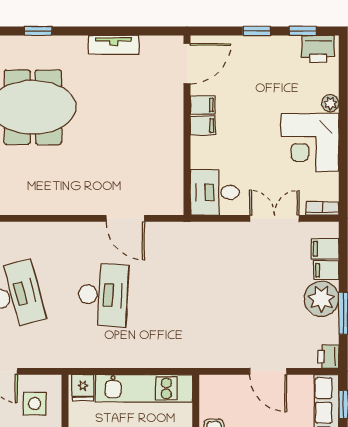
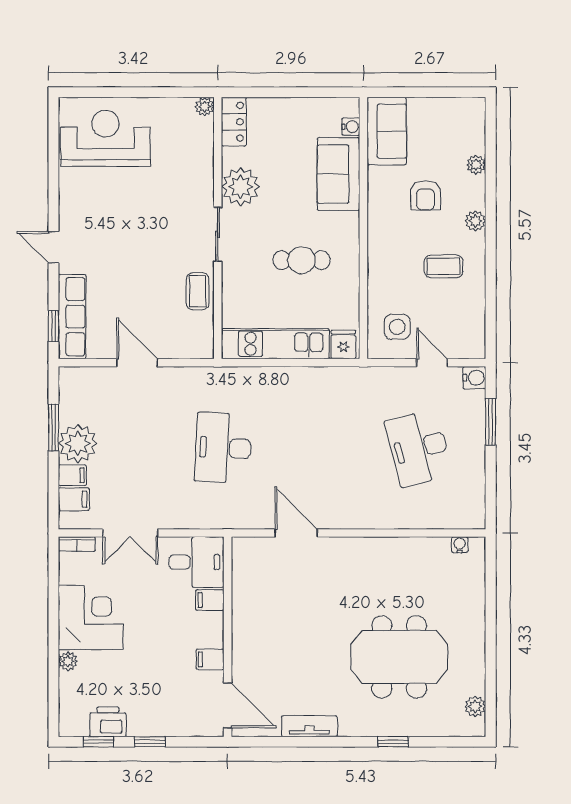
printer: (318, 49) -> (108, 722), moved
door: (187, 64) -> (228, 705), swing flipped
filing cabinet: (203, 126) -> (210, 600), moved
desk: (103, 295) -> (223, 448), moved
printer: (328, 357) -> (70, 379), removed

